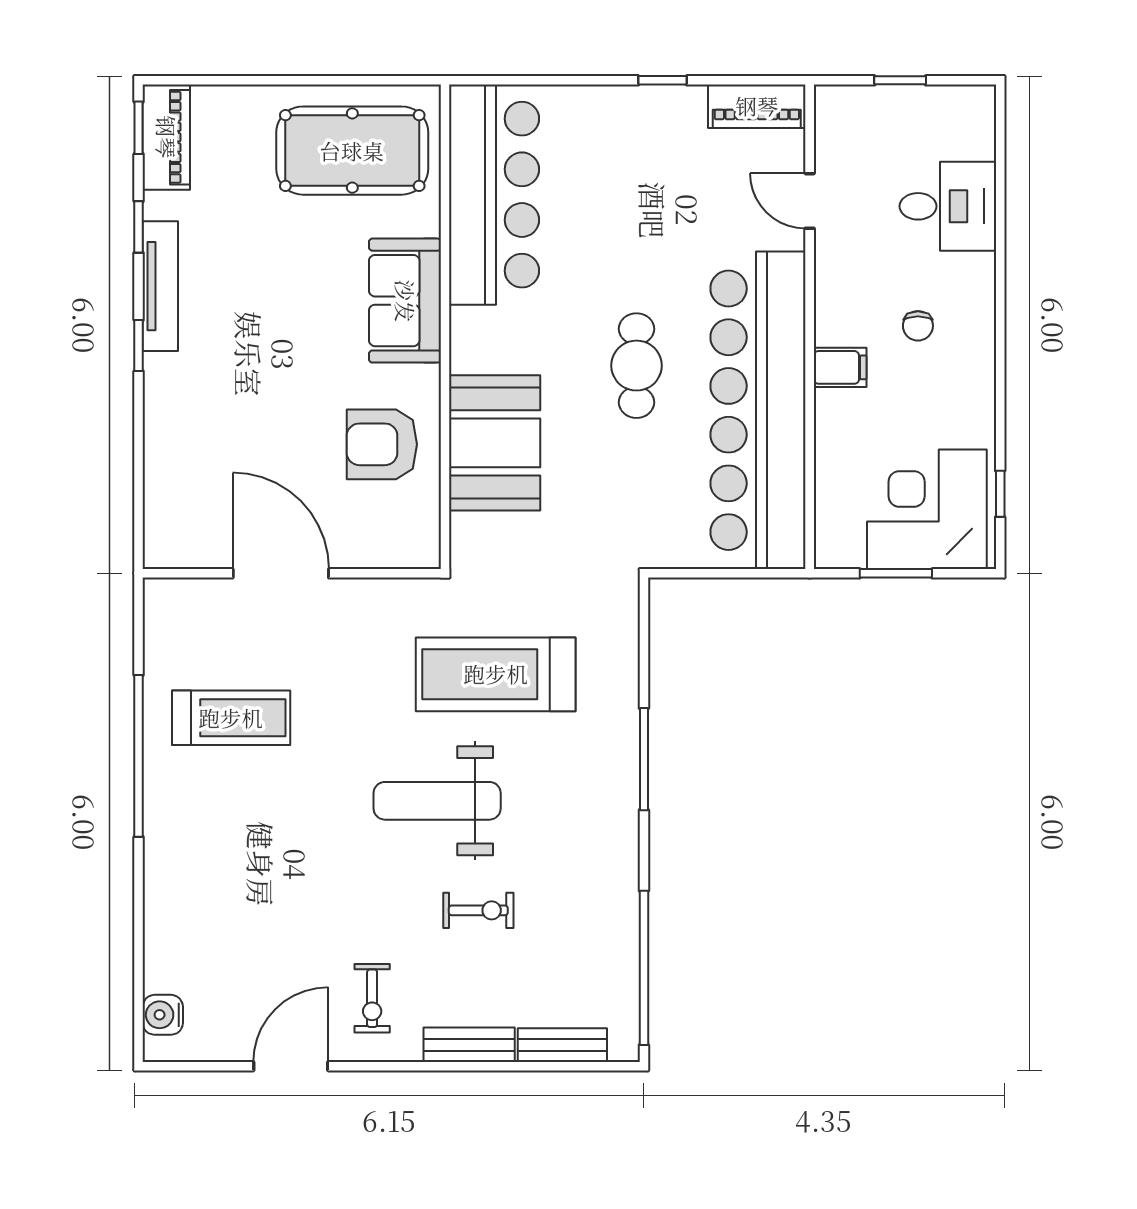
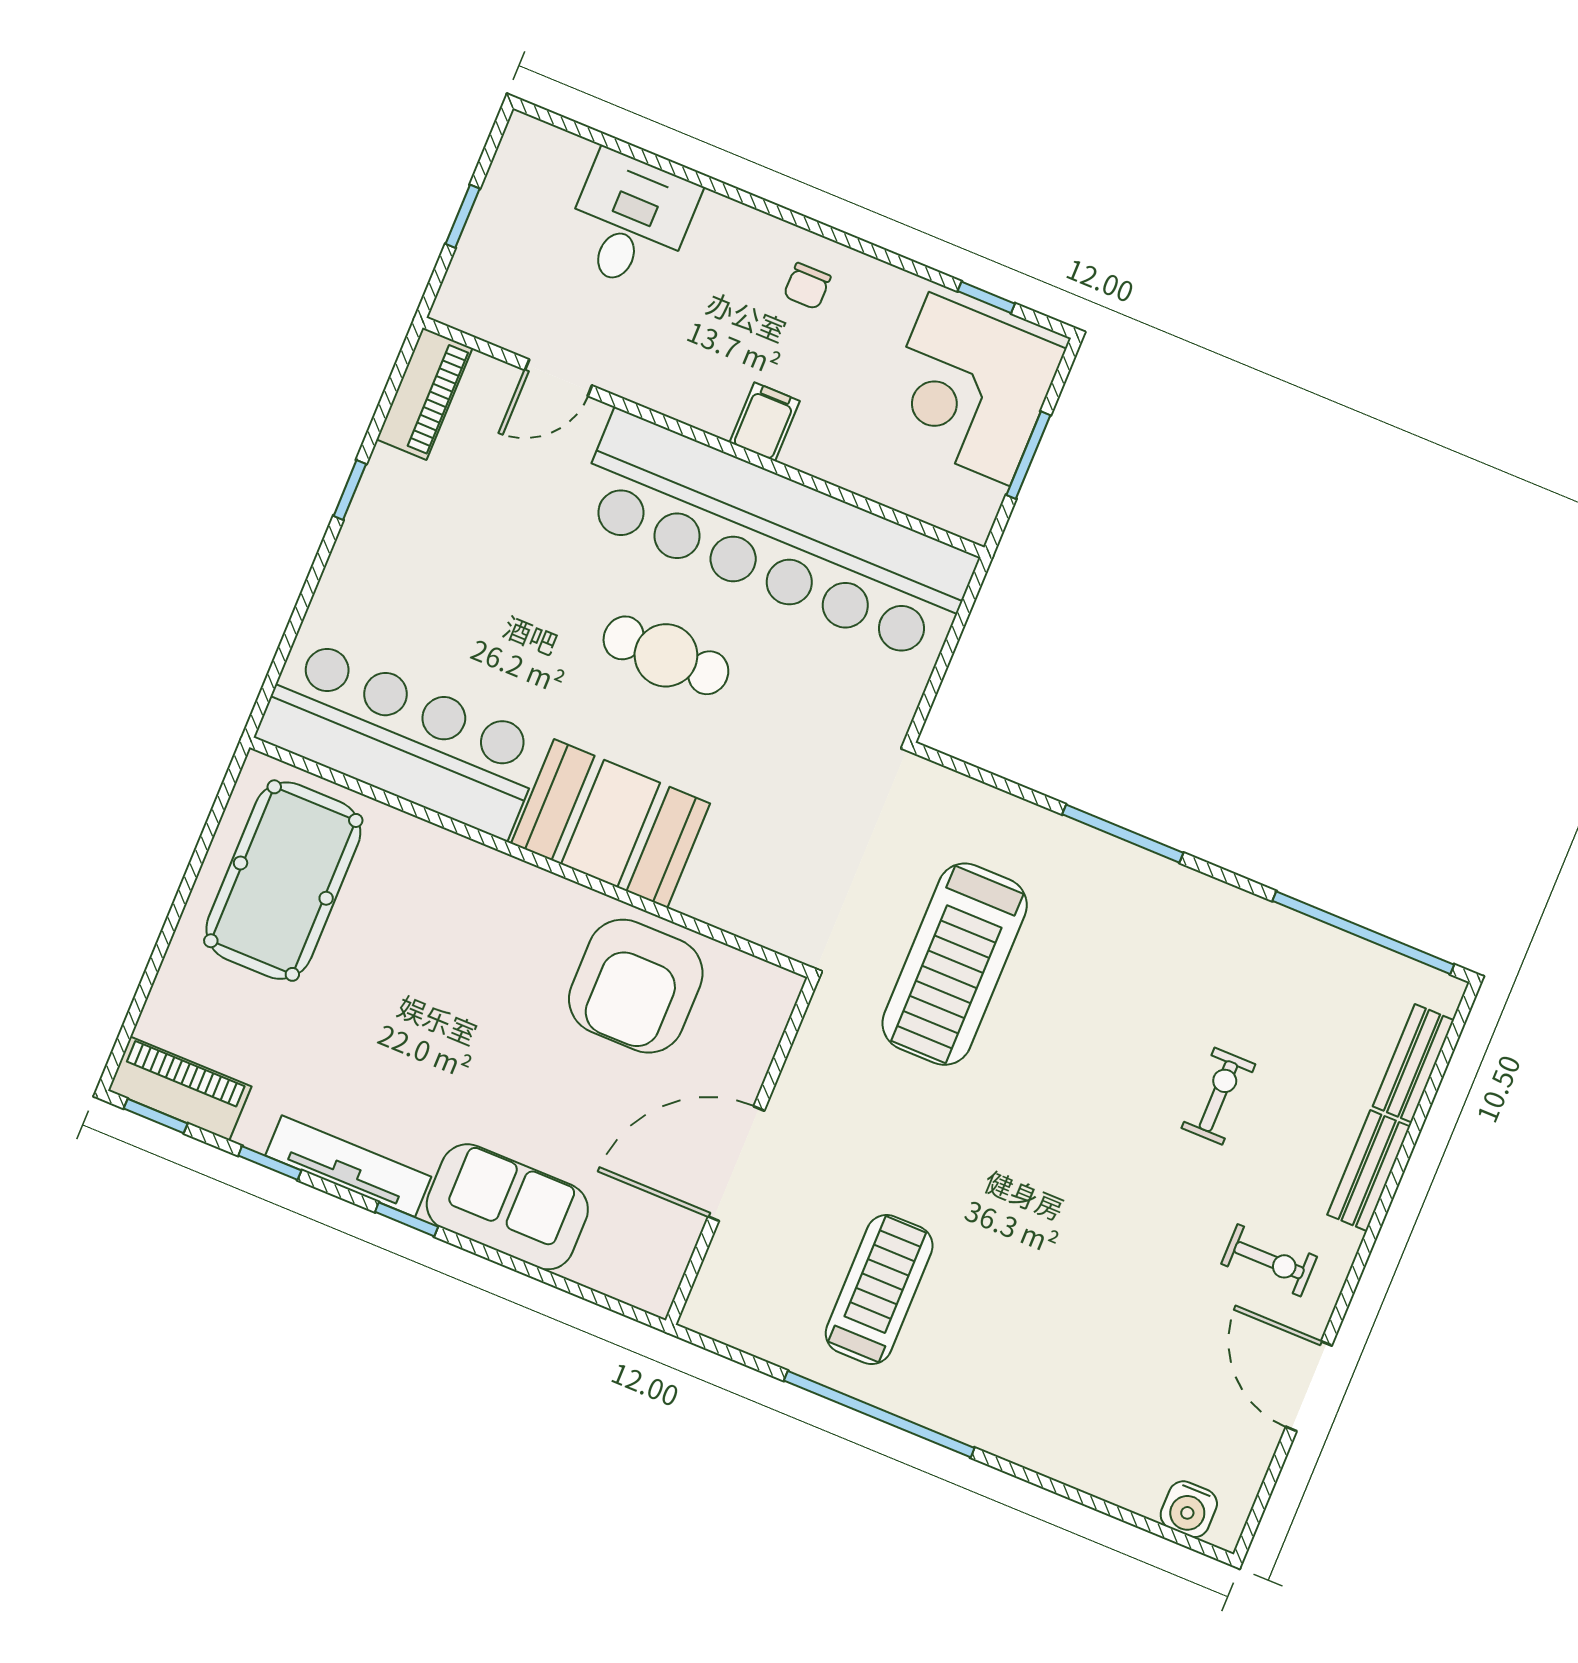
sofa: (405, 301) -> (507, 1207), moved, turned 180
chair: (918, 326) -> (807, 286), moved, turned 90
booth: (495, 443) -> (611, 824), moved
armchair: (382, 444) -> (636, 986), width x1.36, depth x1.36
weight bench: (437, 801) -> (1073, 1092), removed

